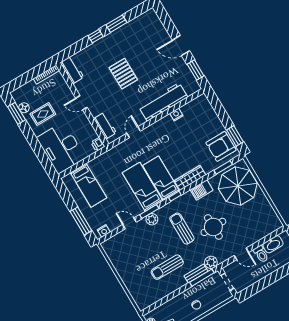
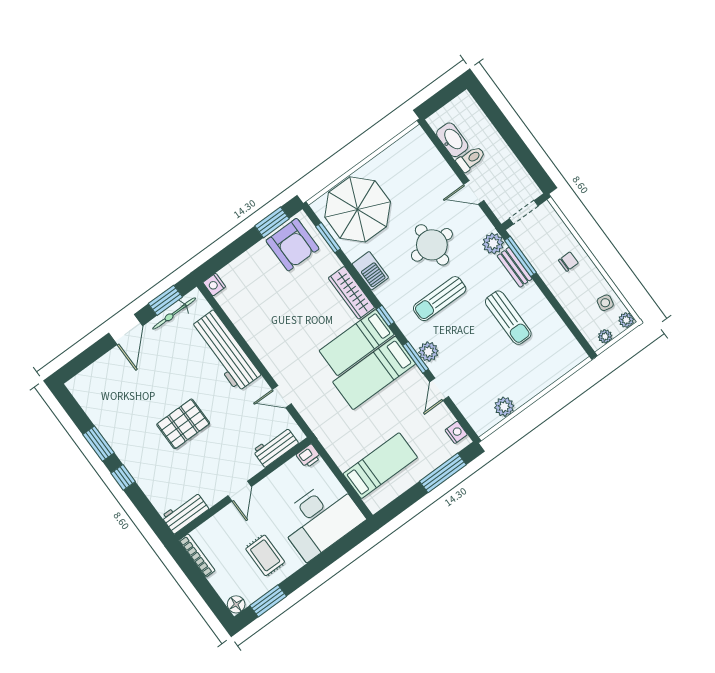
bicycle: (188, 74) -> (174, 314), added
floor lamp: (24, 108) -> (236, 604), moved
nightstand: (176, 114) -> (214, 285), moved
door: (241, 254) -> (474, 193), swing flipped
plant: (116, 260) -> (504, 407), added

